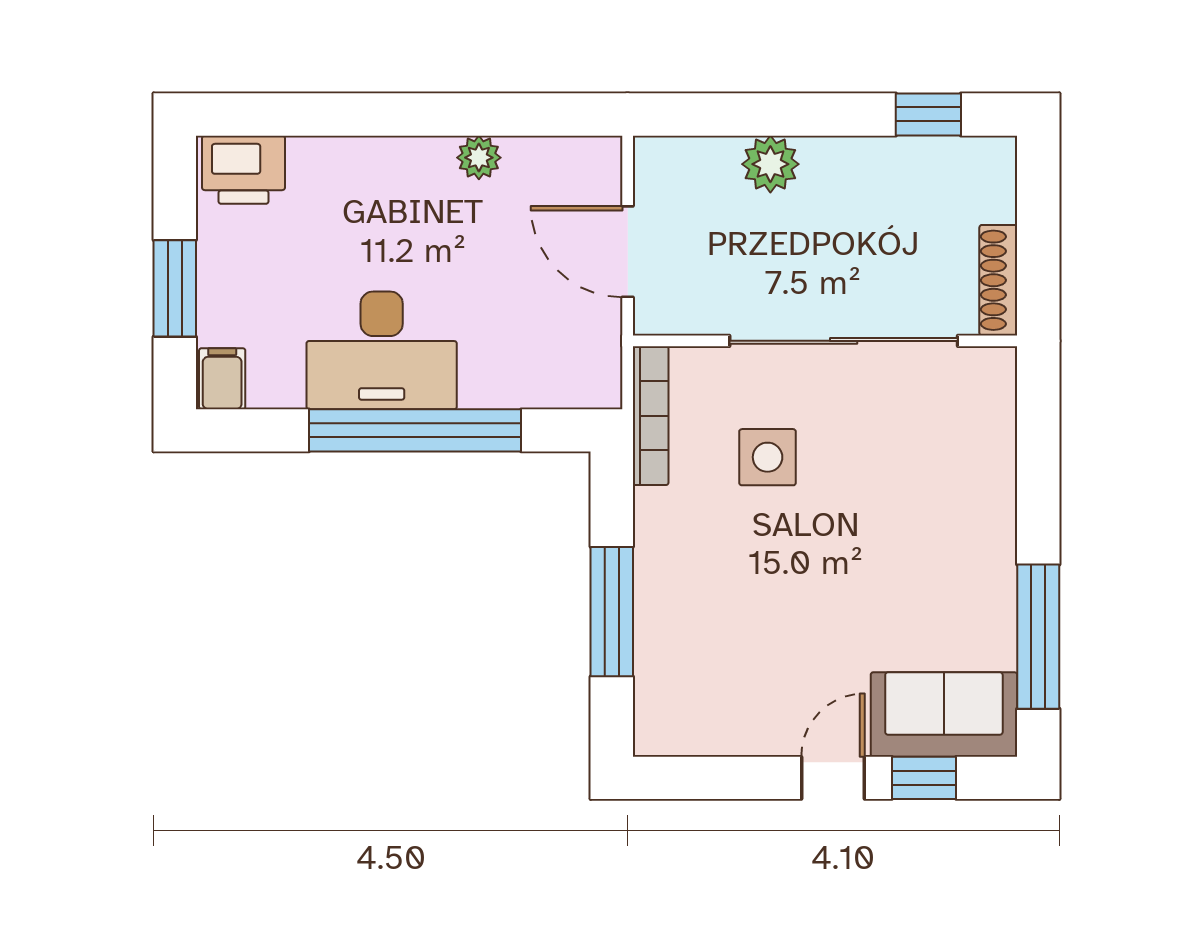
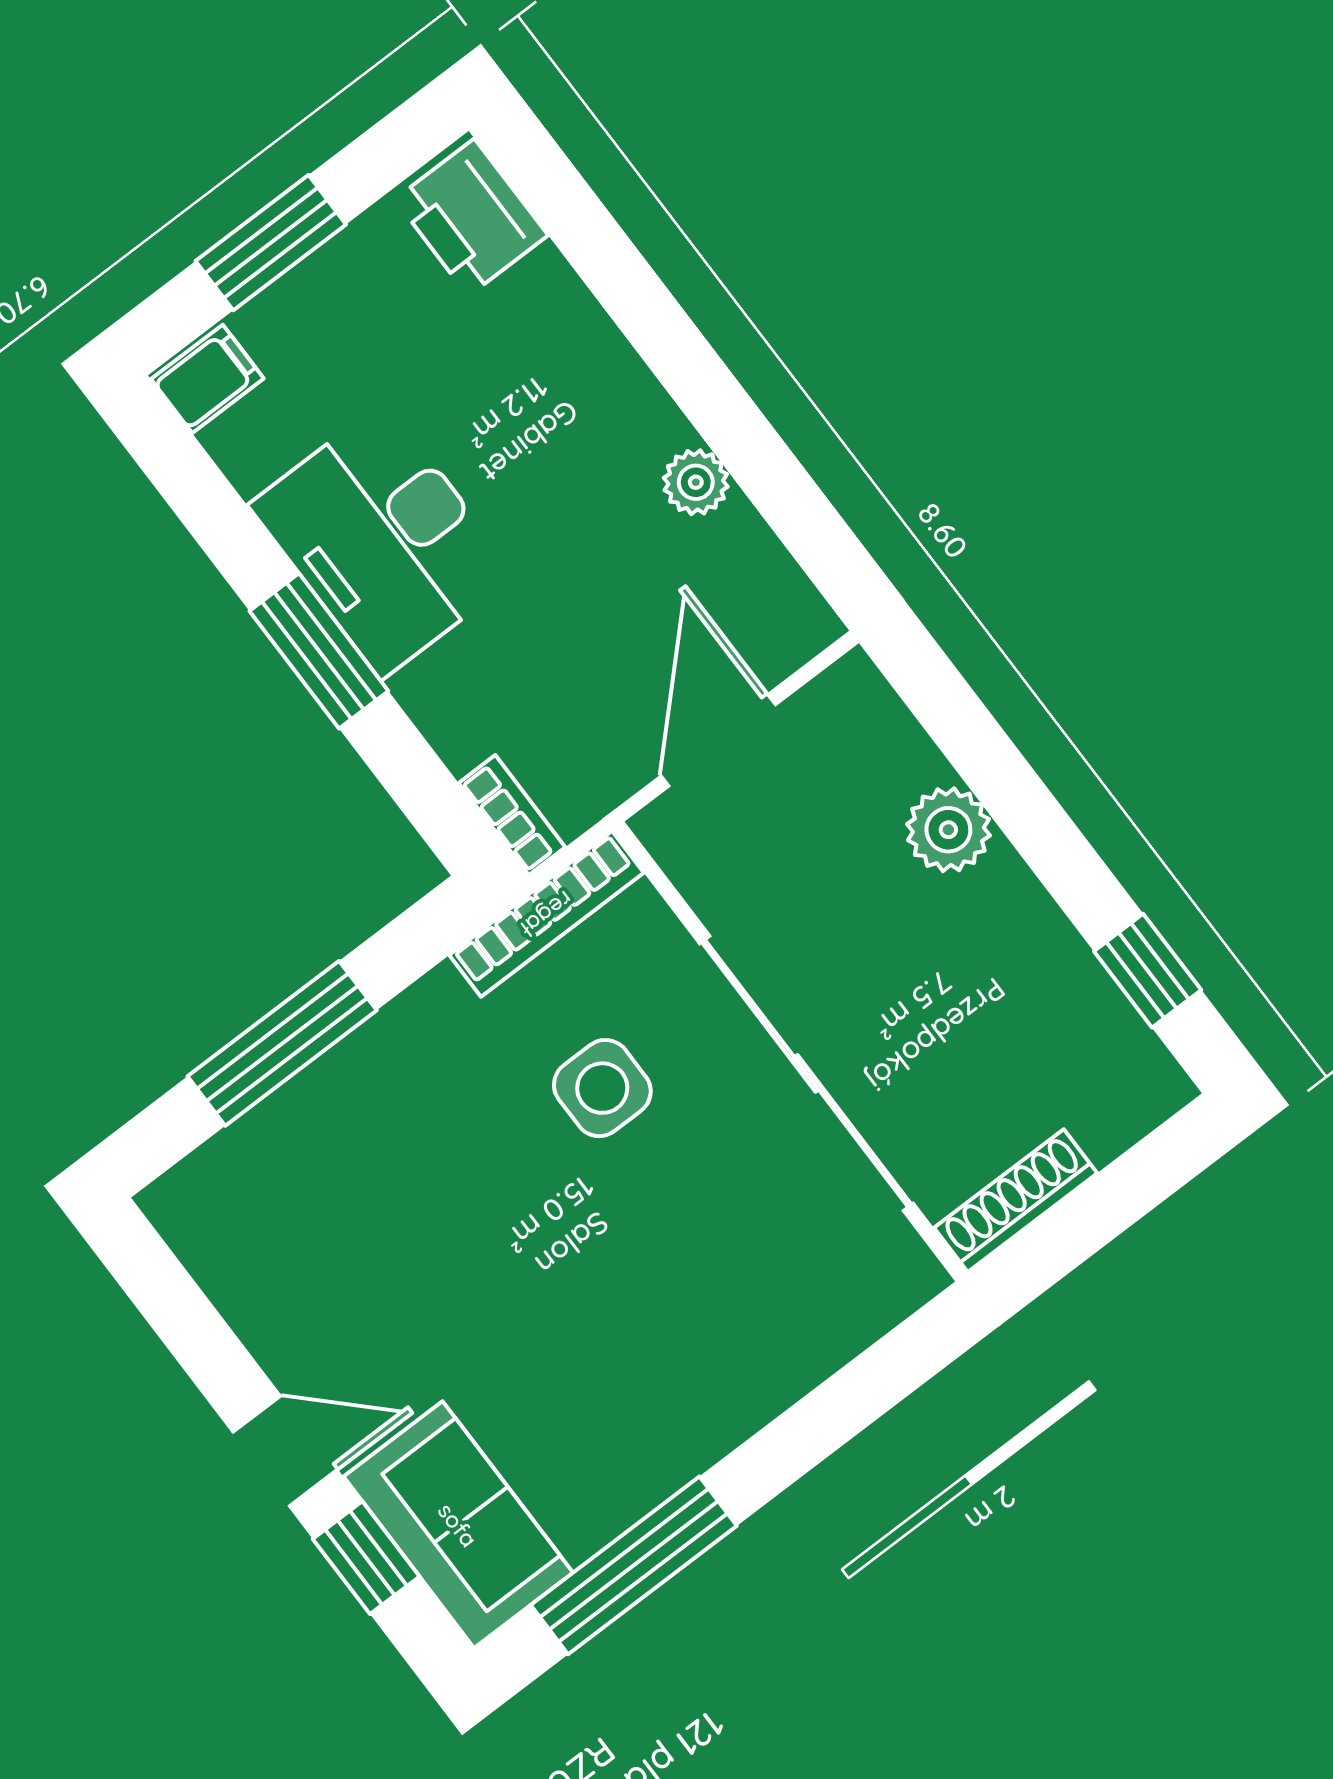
bookcase: (583, 394) -> (512, 815), added
window: (415, 430) -> (319, 651), width x0.47

